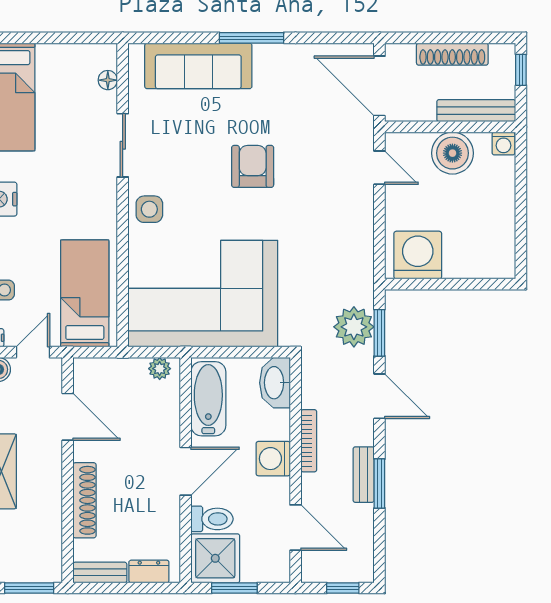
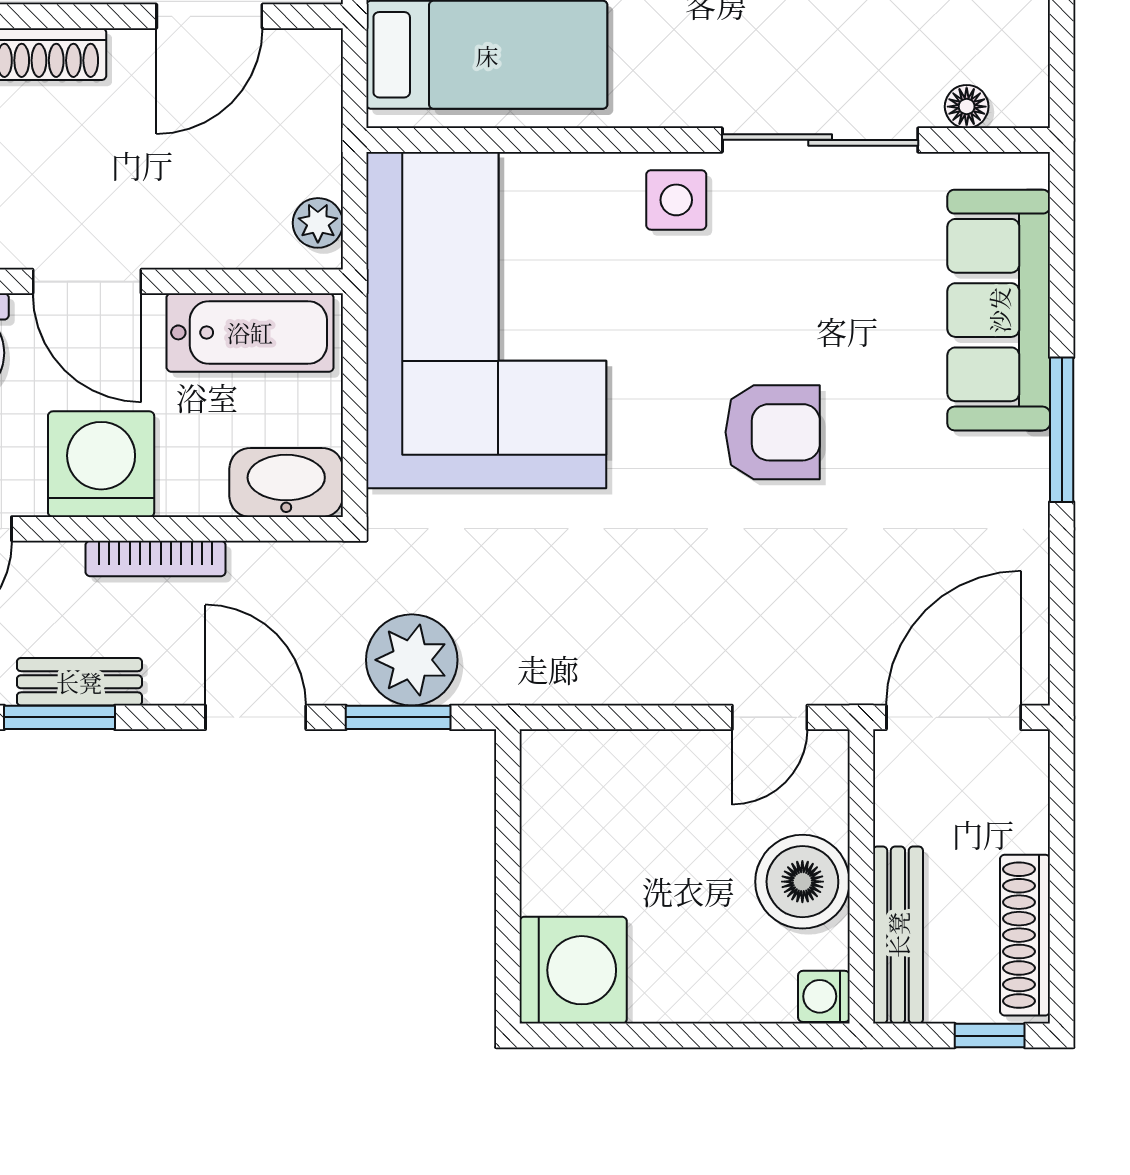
shoe rack: (452, 54) -> (1025, 935), moved
sliding door: (123, 145) -> (820, 140), width x1.37
washing machine: (418, 255) -> (573, 970), moved
door: (379, 396) -> (256, 717), swing flipped
washing machine: (273, 459) -> (101, 464), width x1.37, depth x1.37

